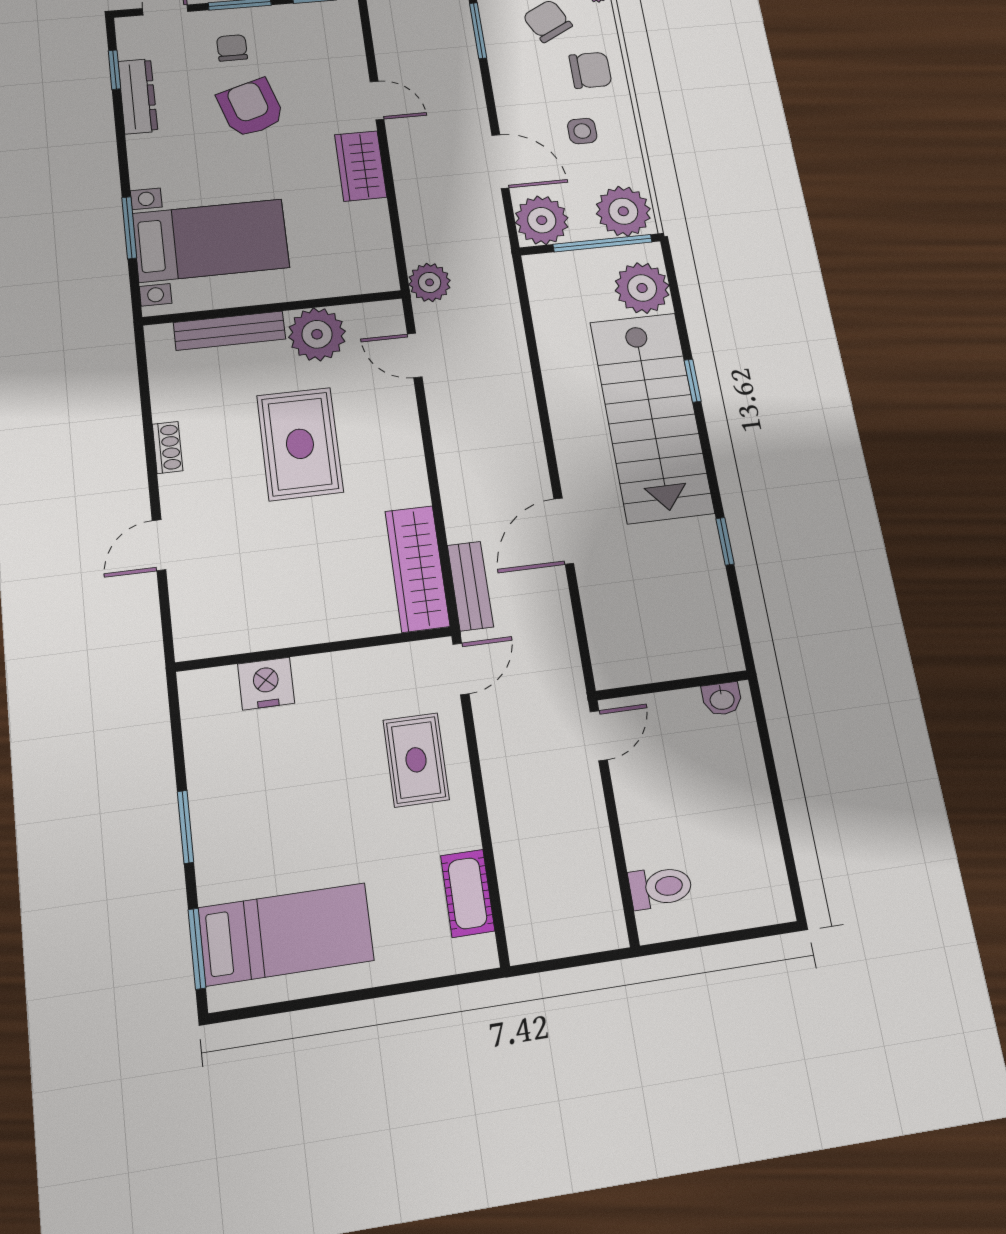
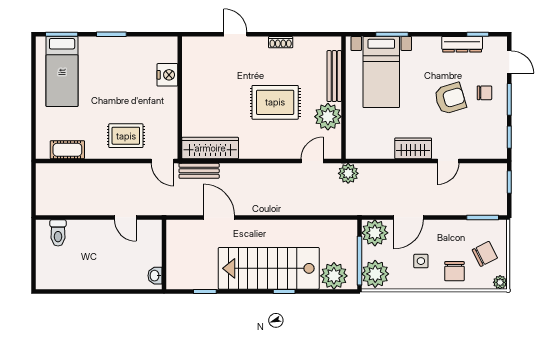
wall: (672, 685) -> (164, 254), moved
washbasin: (722, 699) -> (155, 276), moved

